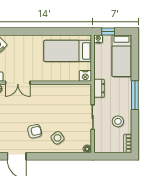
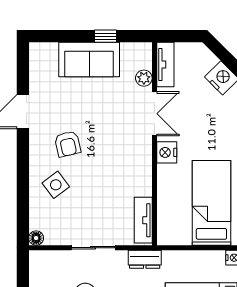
nightstand: (85, 76) -> (167, 152), moved
double door: (18, 83) -> (154, 114), swing flipped
tv unit: (77, 89) -> (143, 220), added

